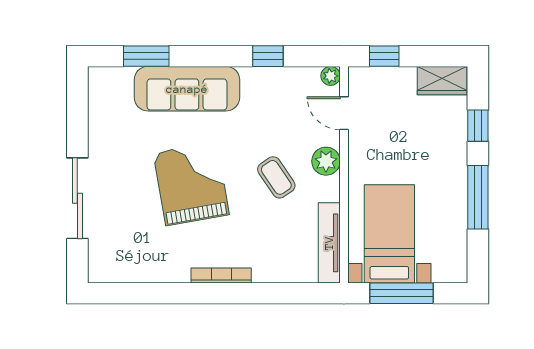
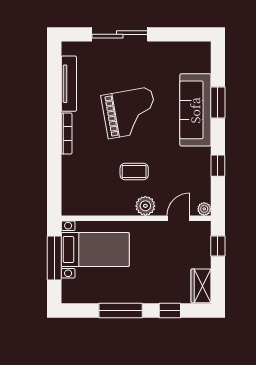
window: (146, 56) -> (218, 102), moved
coffee table: (276, 177) -> (134, 172), turned 34
tv unit: (329, 243) -> (69, 84), moved, turned 90

